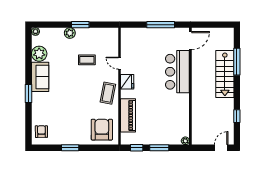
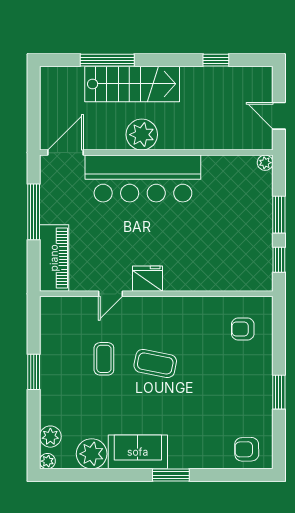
plant: (70, 33) -> (50, 437), moved
door: (190, 41) -> (66, 153), hinge flipped
bar counter: (177, 72) -> (143, 178), width x1.36
plant: (199, 79) -> (142, 135), added
coffee table: (108, 93) -> (155, 363), moved
piano: (128, 115) -> (54, 258), moved, turned 90
armchair: (102, 130) -> (243, 329), width x0.53, depth x0.53
door: (221, 148) -> (279, 116), moved

